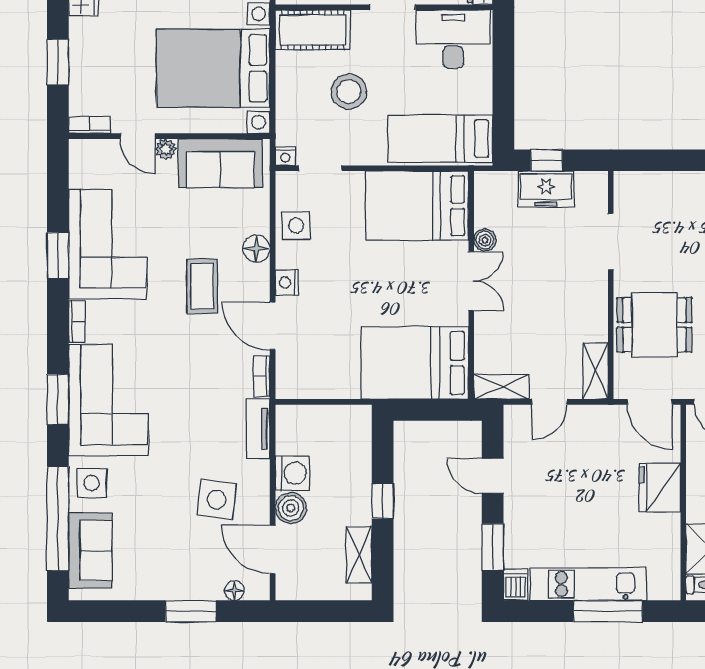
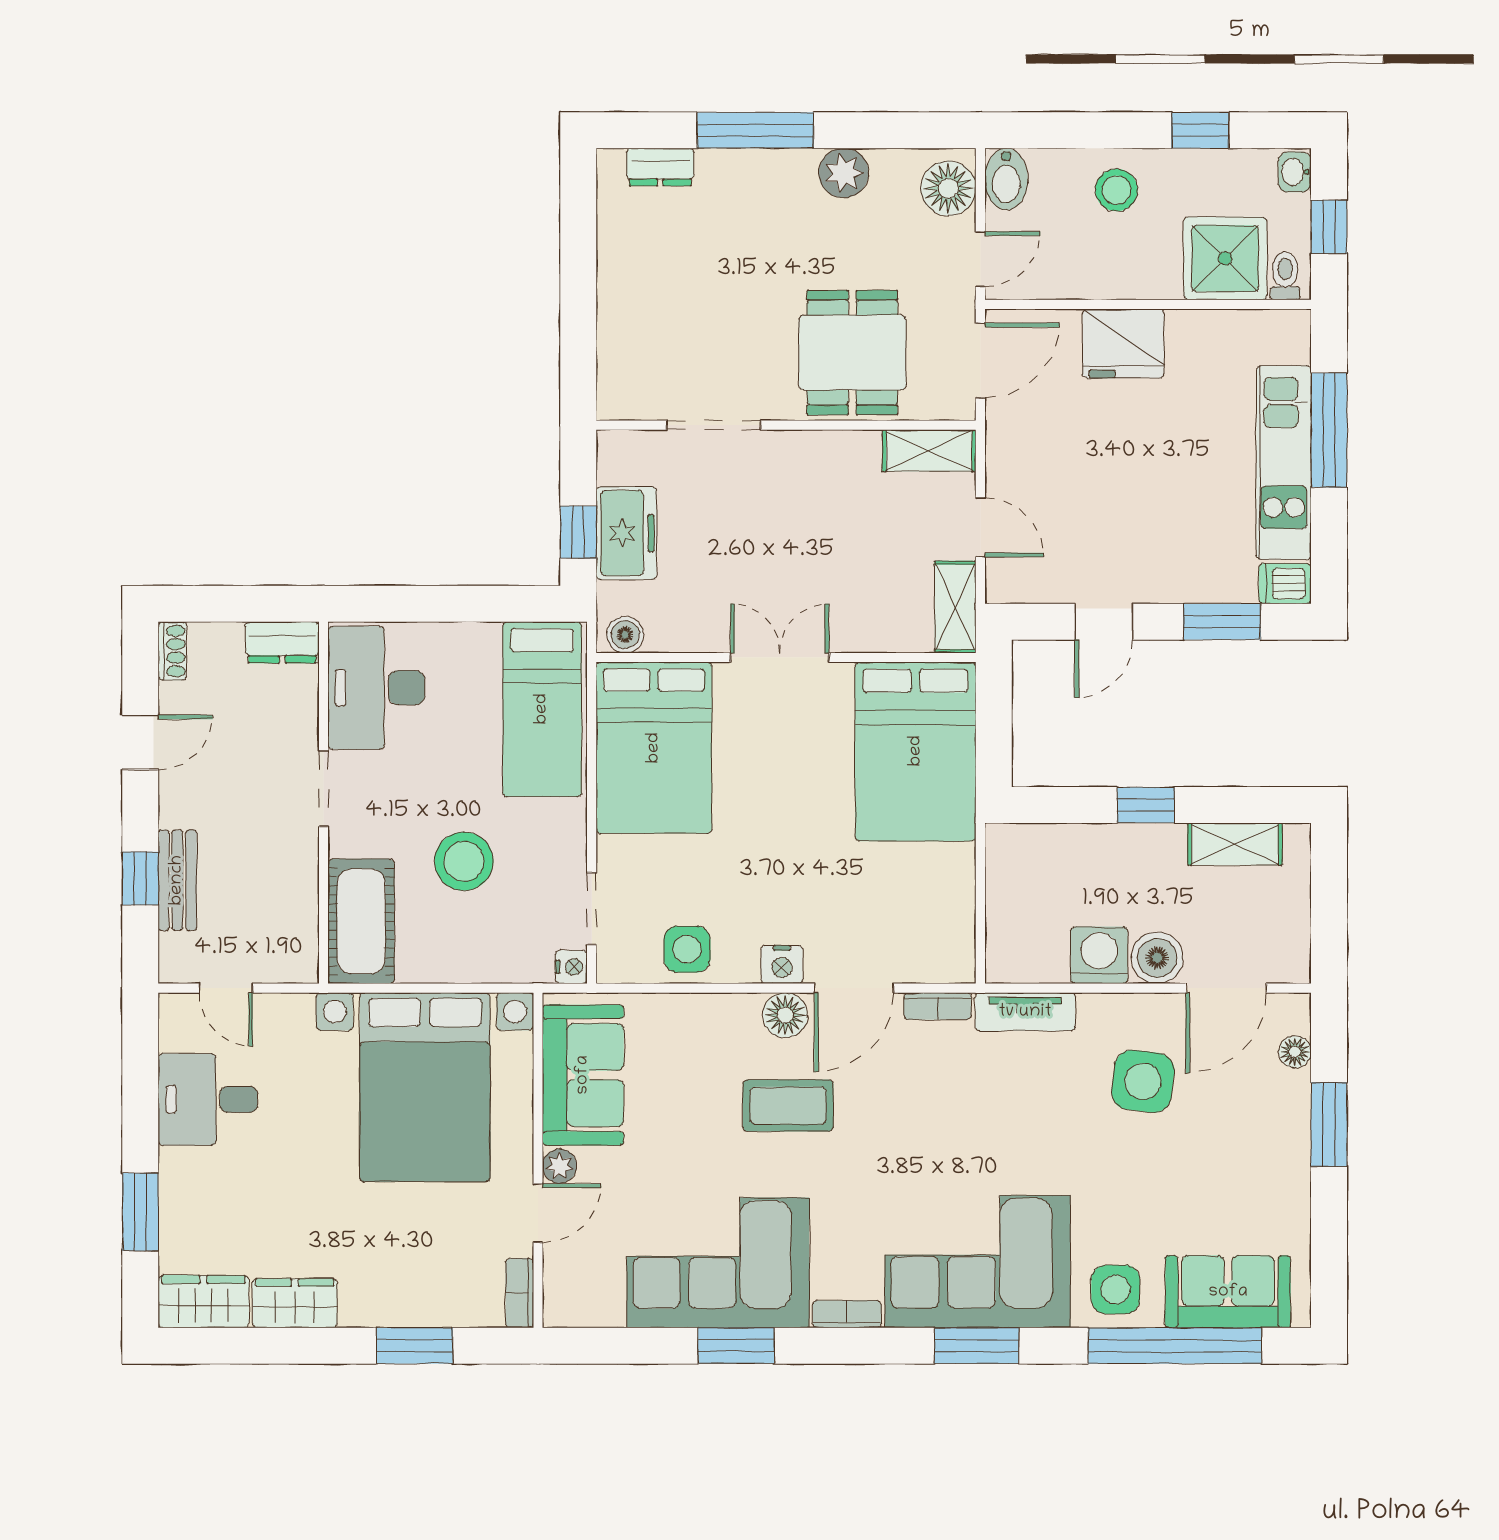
boiler: (485, 240) -> (625, 635), moved
floor lamp: (256, 249) -> (785, 1015), moved

